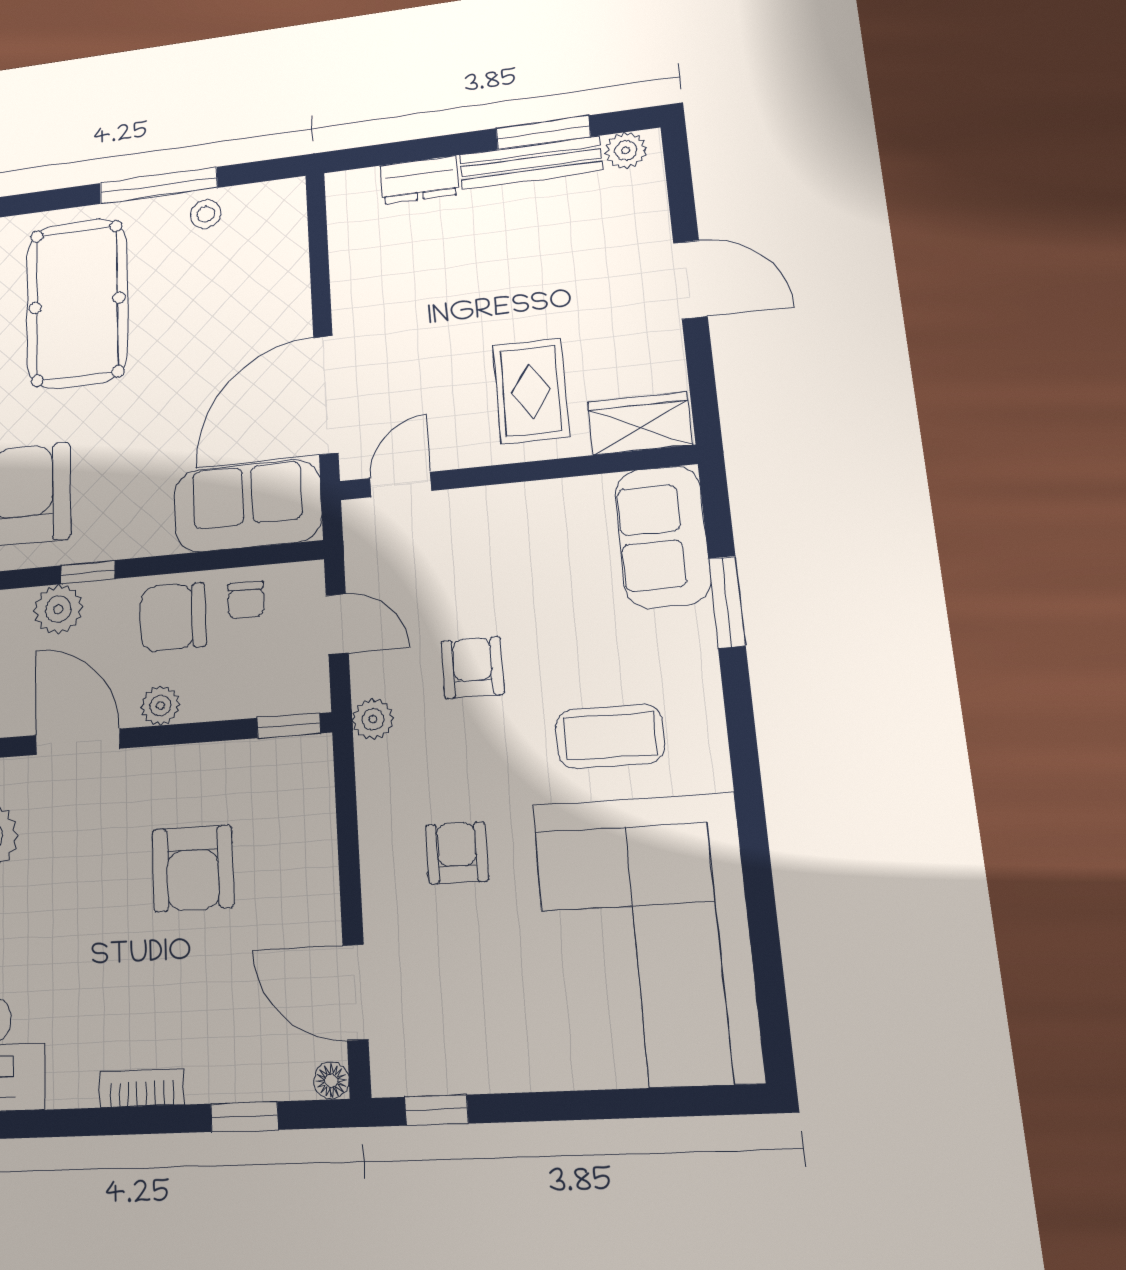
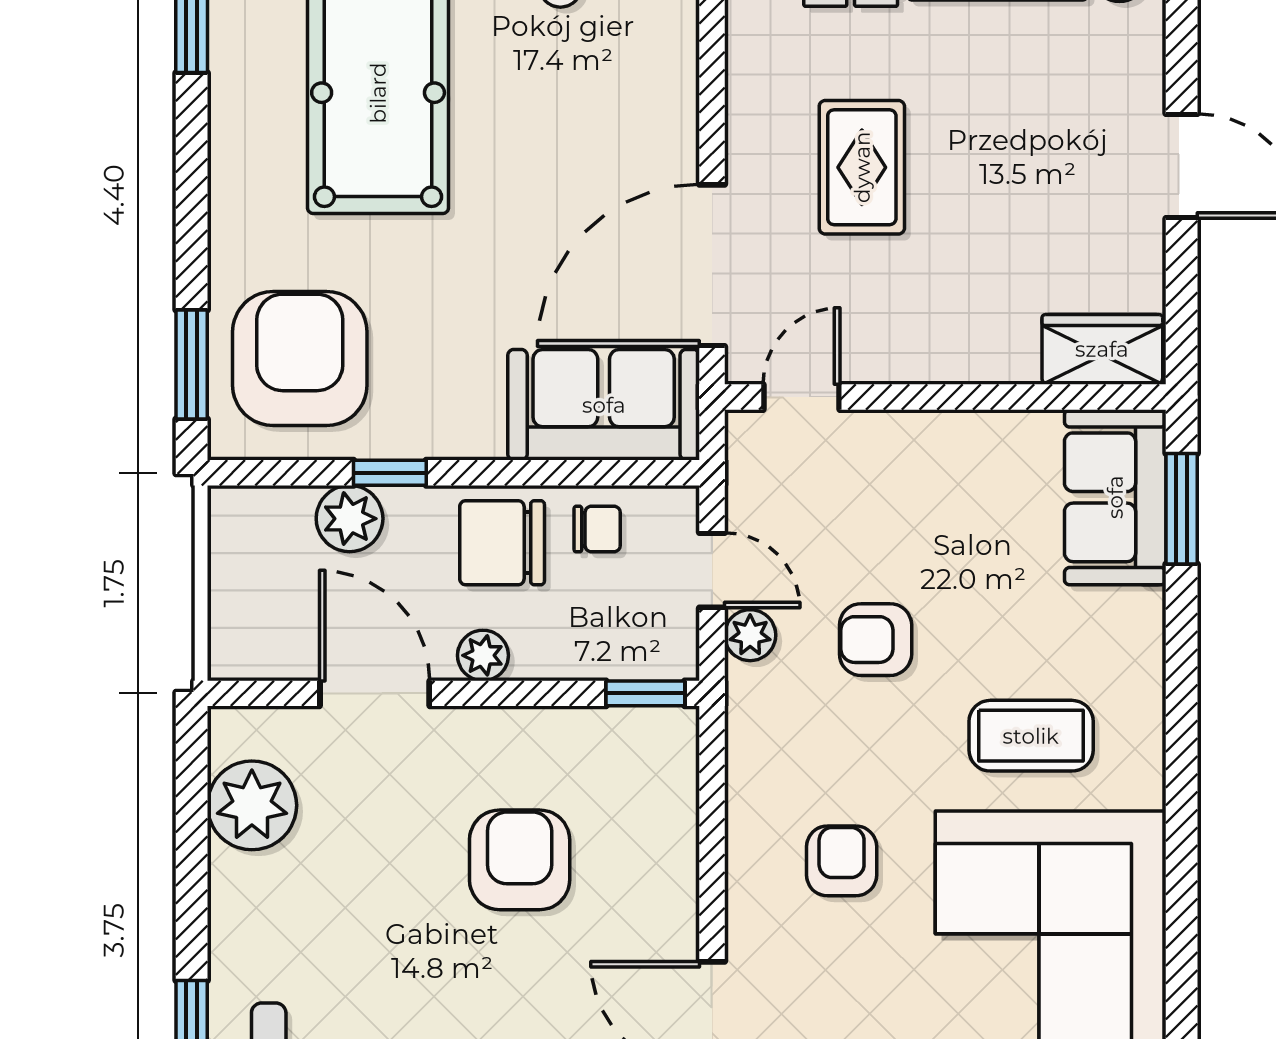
rug: (531, 391) -> (862, 167), moved
chair: (246, 600) -> (597, 529), turned -90
window: (727, 602) -> (1182, 509), moved
armchair: (473, 668) -> (876, 640), turned -90
plant: (373, 719) -> (750, 635), moved
armchair: (193, 868) -> (520, 860), turned 180

